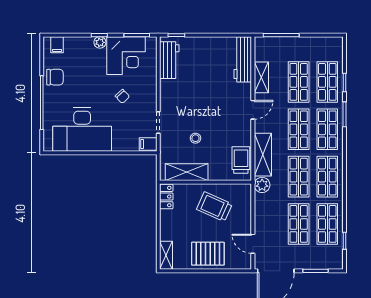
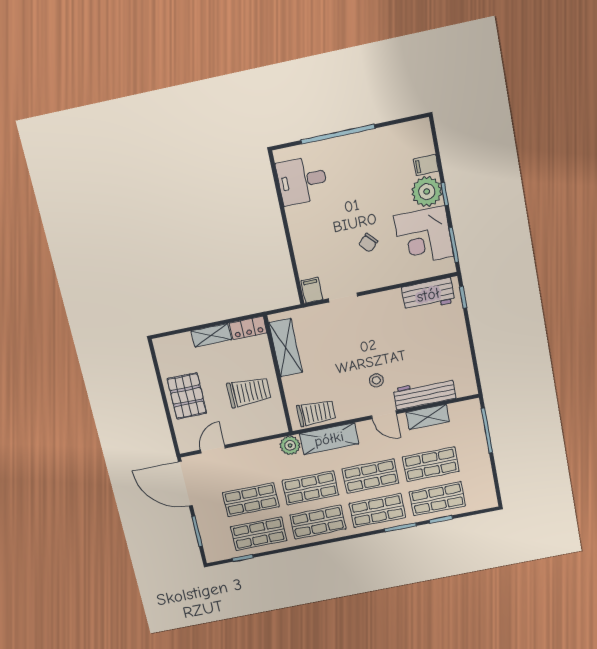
plant: (100, 42) -> (427, 192), width x1.88, depth x1.88
filing cabinet: (57, 45) -> (426, 165), moved
workbench: (243, 59) -> (425, 394), moved
chair: (55, 77) -> (376, 145), removed
desk: (82, 130) -> (302, 180), width x0.53, depth x0.77
stool: (195, 138) -> (376, 380), moved
trolley: (214, 207) -> (249, 392), turned 66
shelving: (166, 255) -> (211, 335), moved

